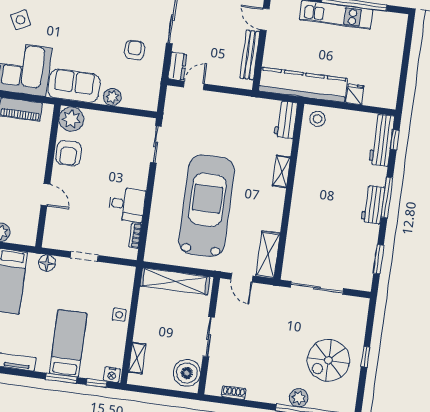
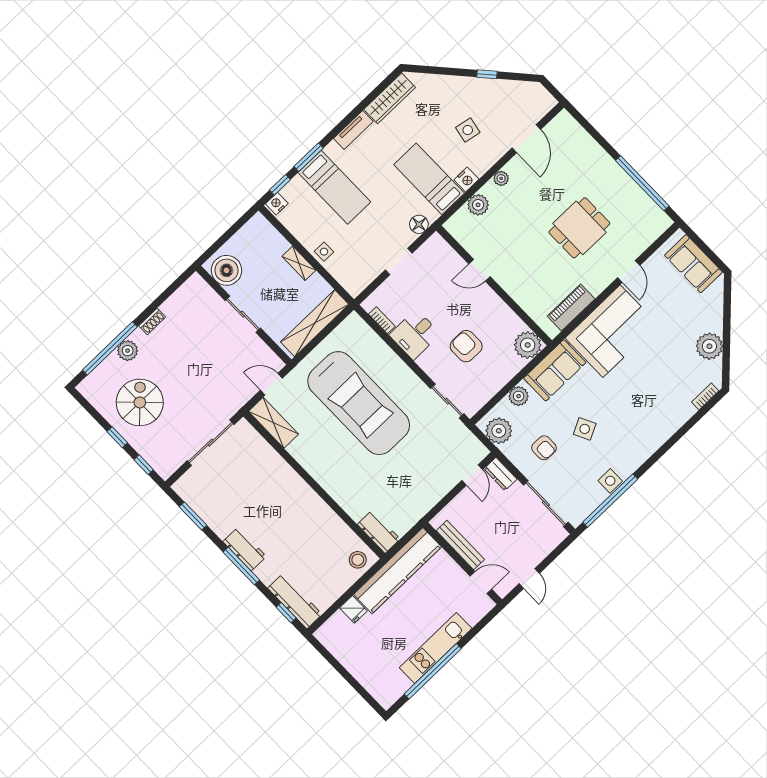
side table: (21, 20) -> (585, 429), moved
plant: (148, 91) -> (499, 431), added
armchair: (69, 153) -> (466, 346), moved
shelving: (281, 171) -> (337, 492), removed
window: (370, 323) -> (144, 465), added
shelving: (137, 358) -> (299, 263), moved
shoe rack: (234, 393) -> (152, 321), moved

